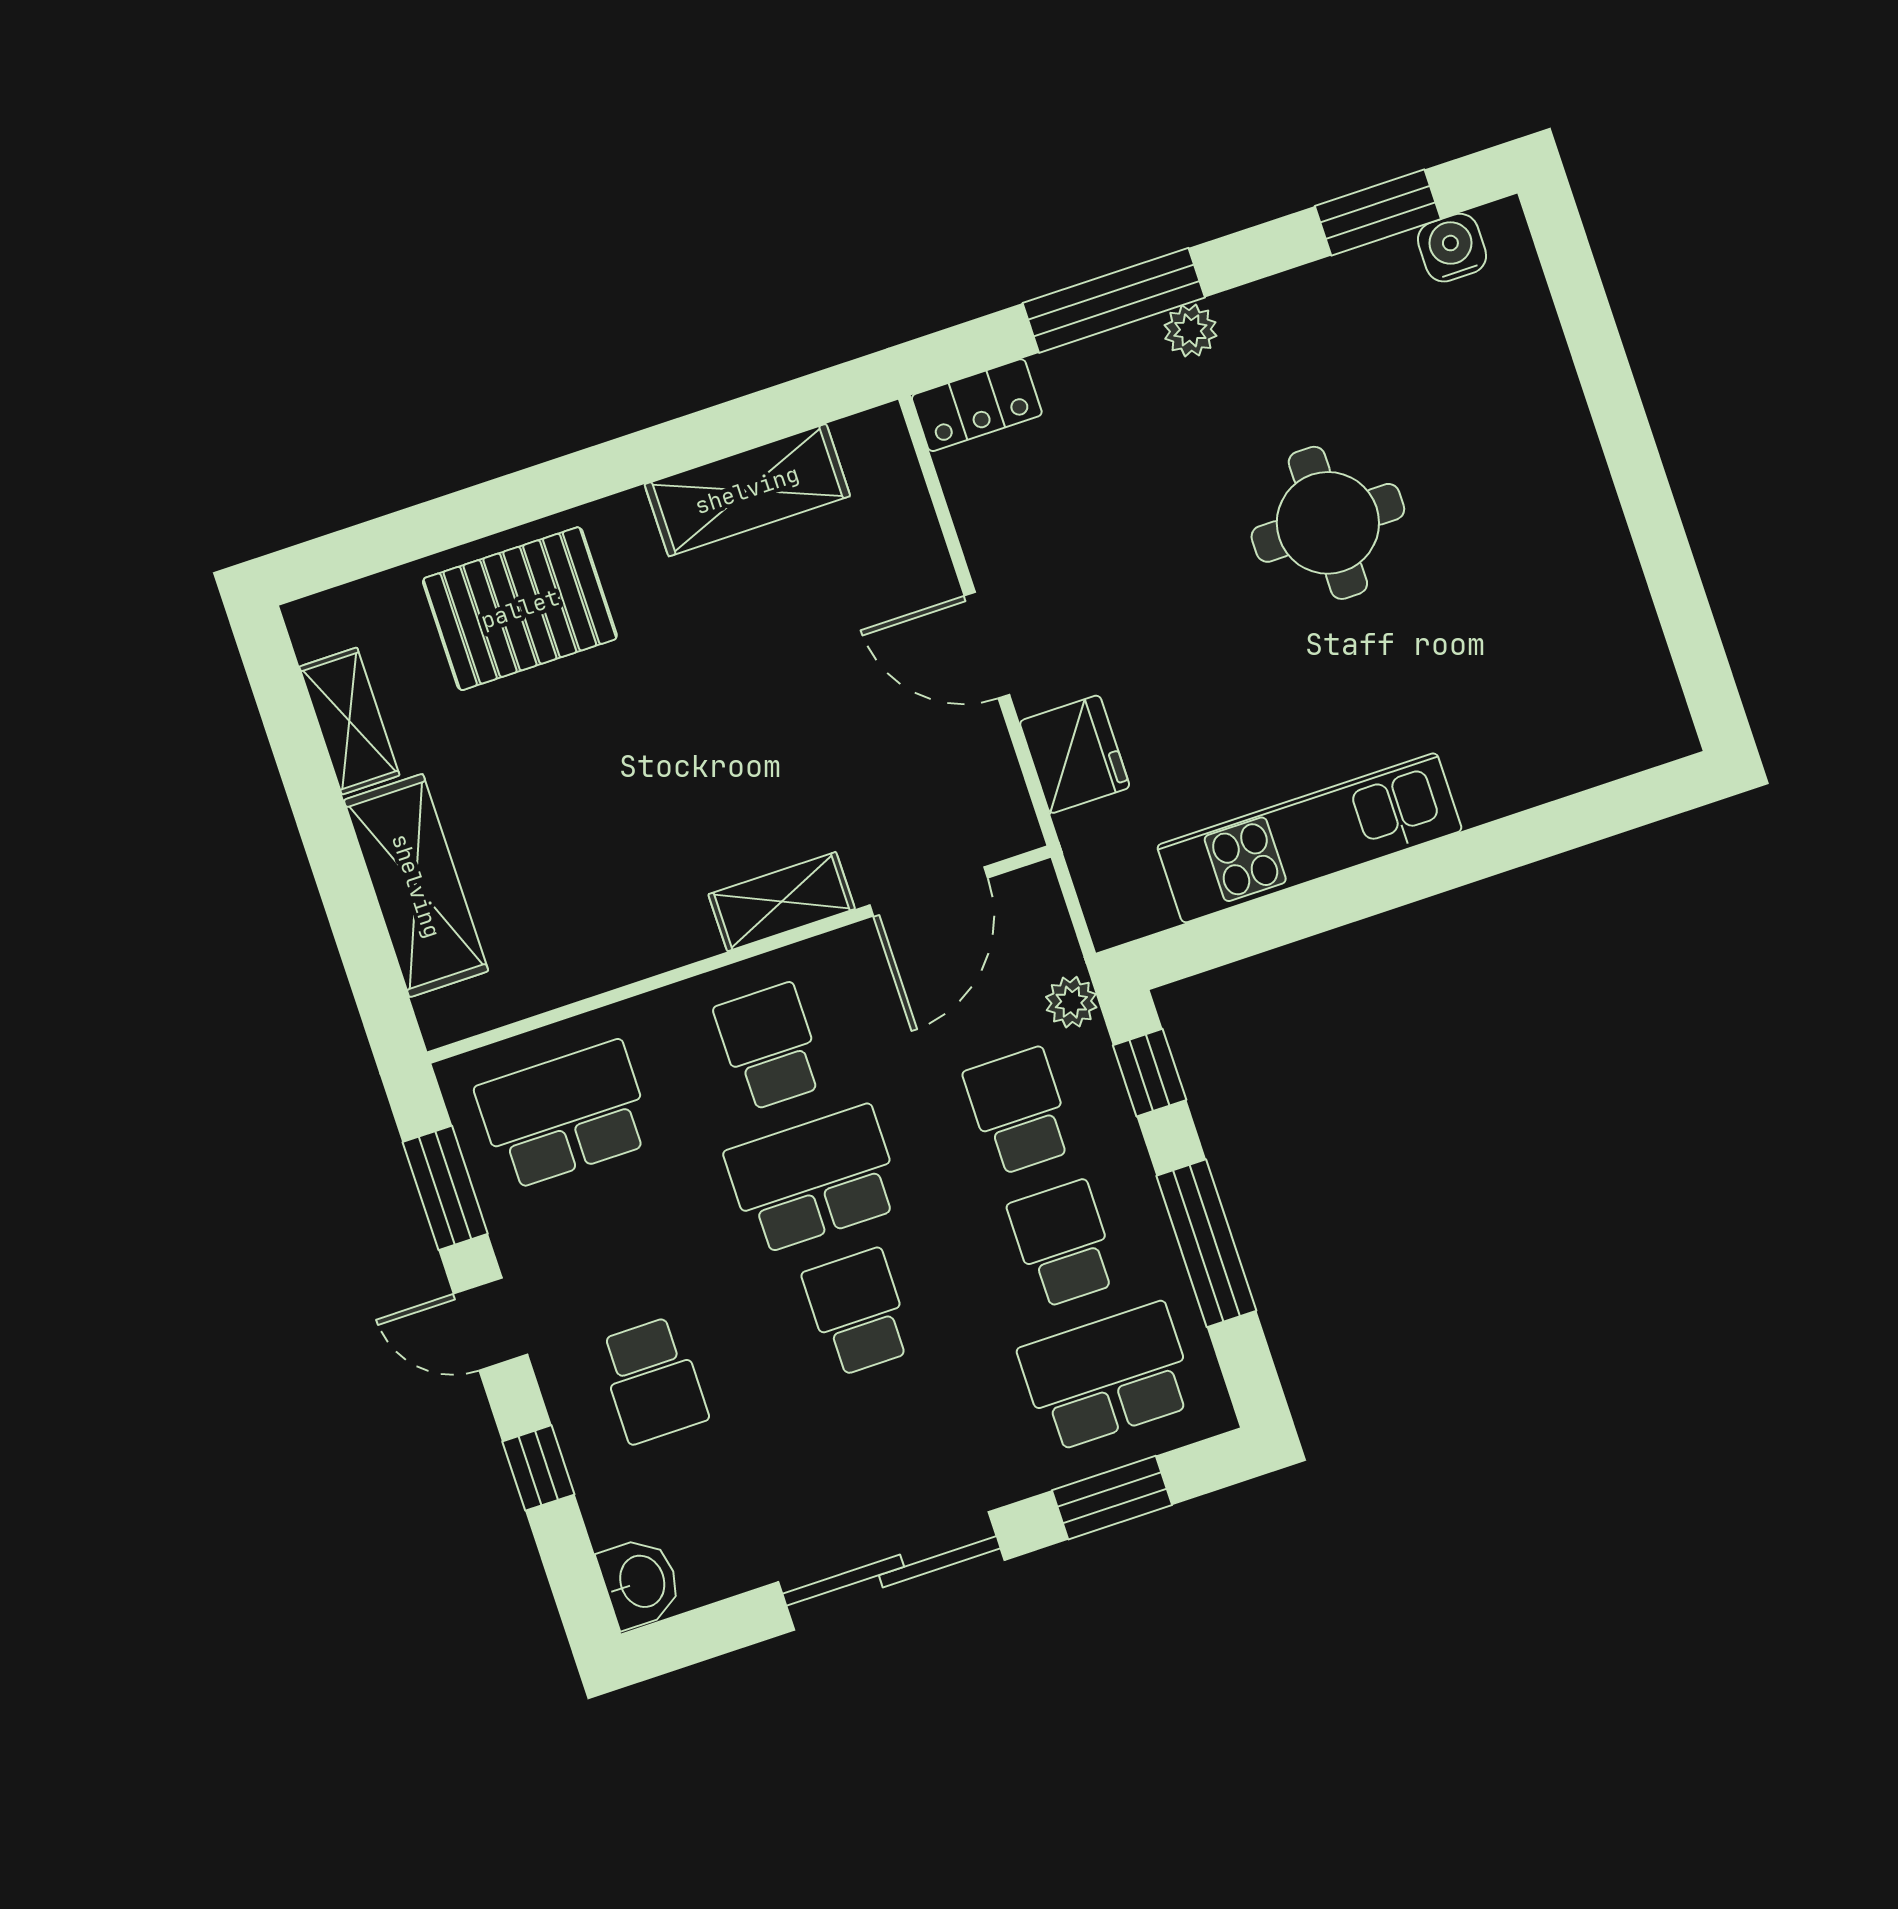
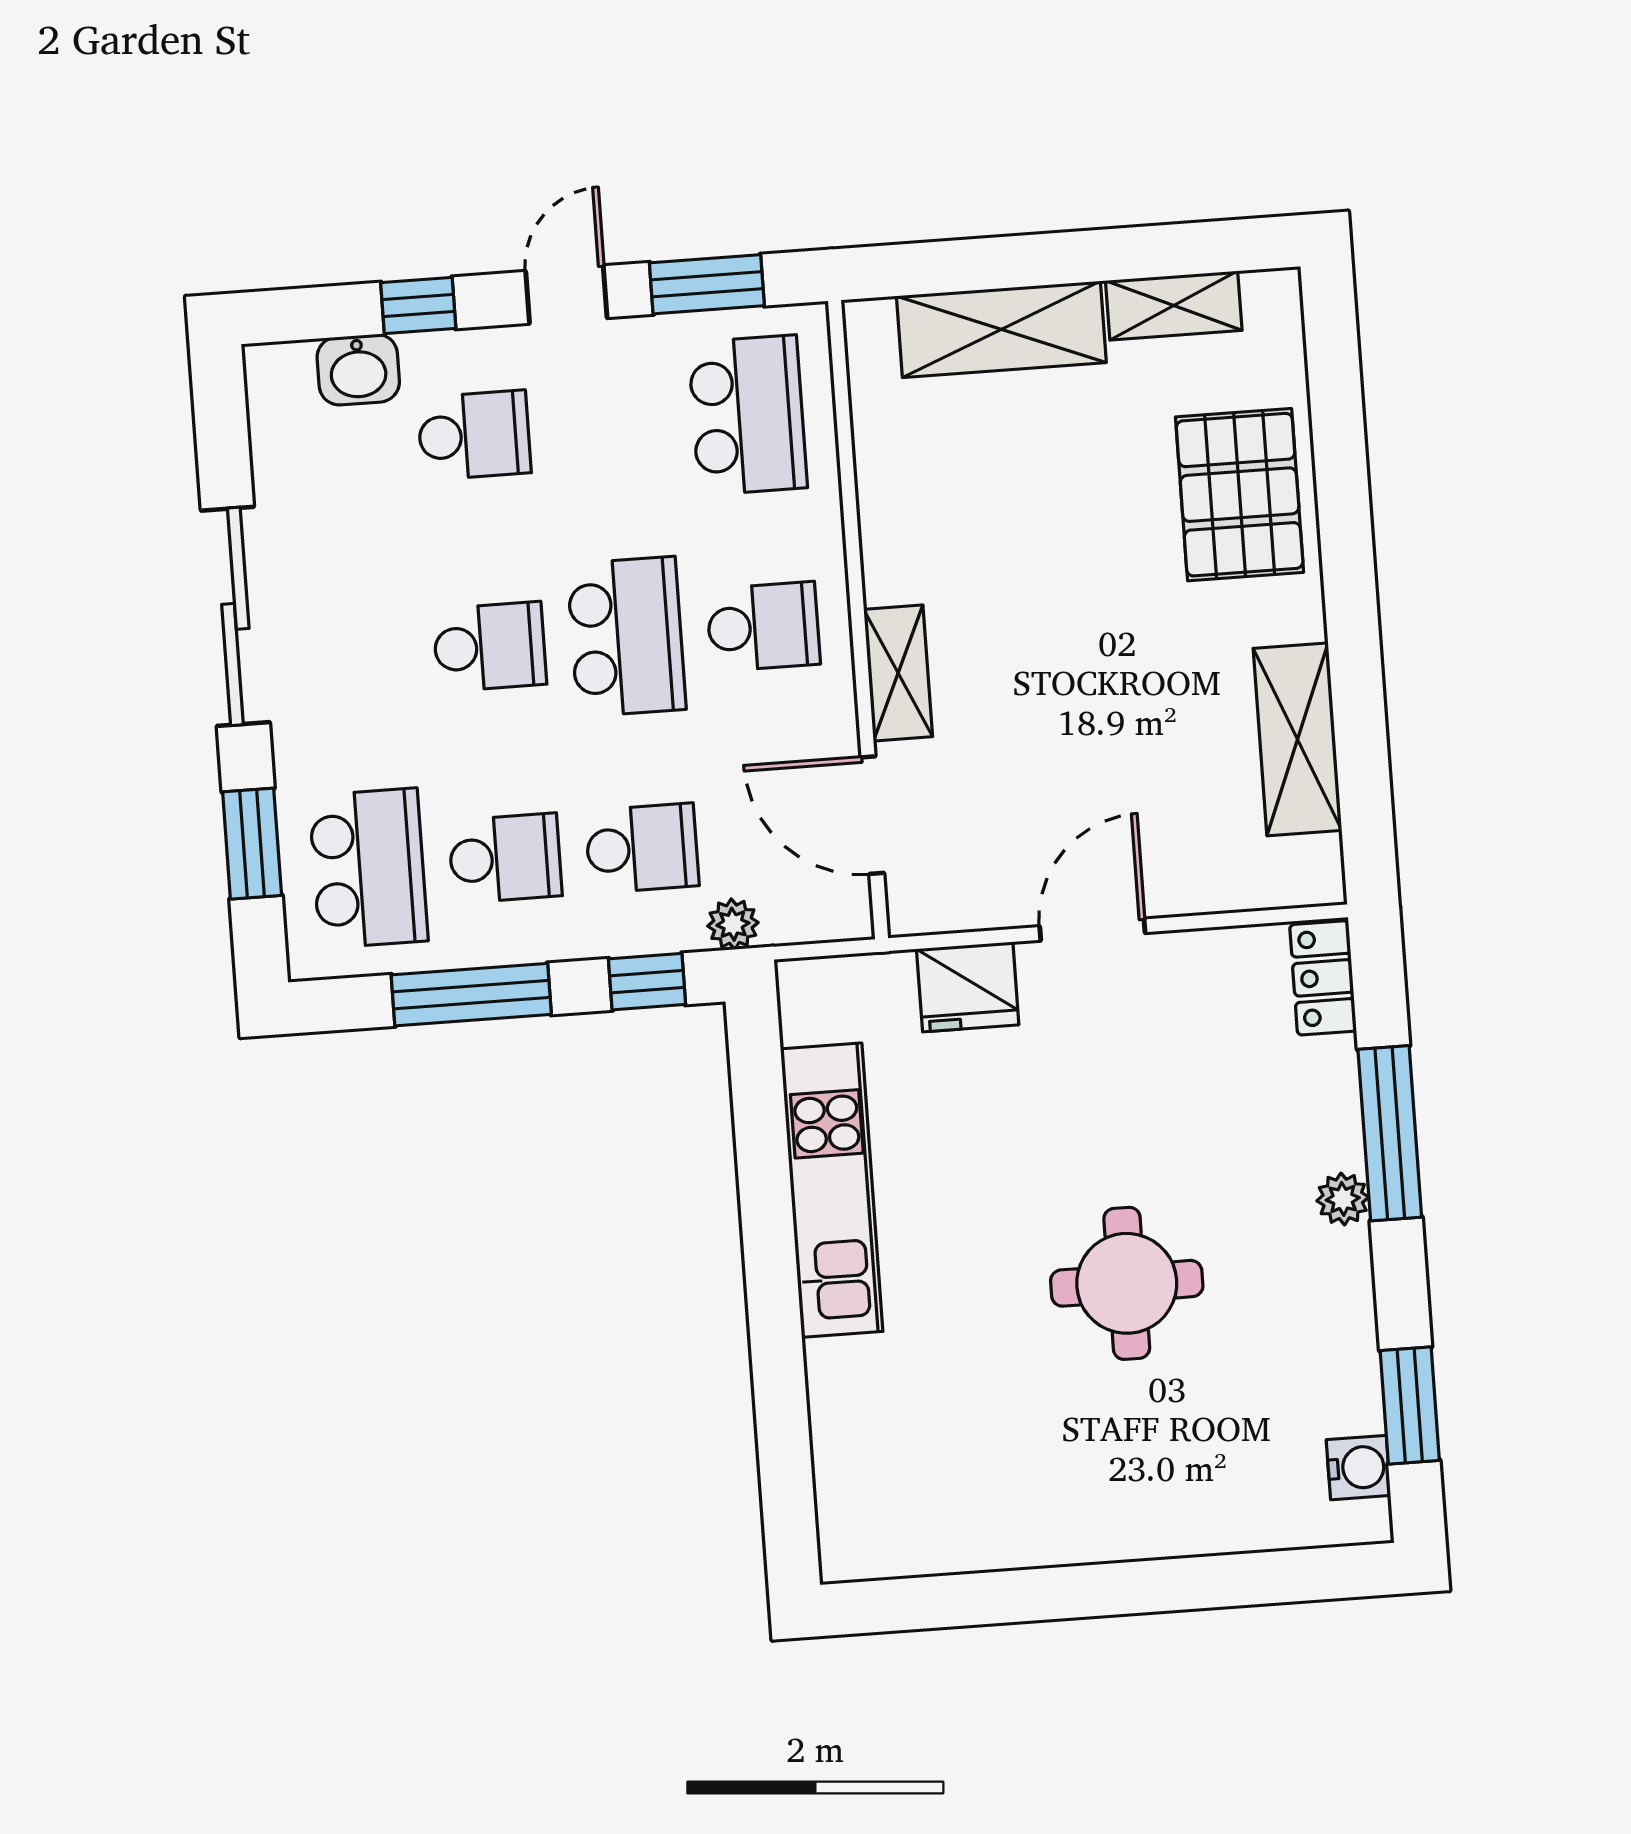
school desk: (653, 1380) -> (474, 435), turned 180
washbasin: (640, 1582) -> (358, 370), moved

